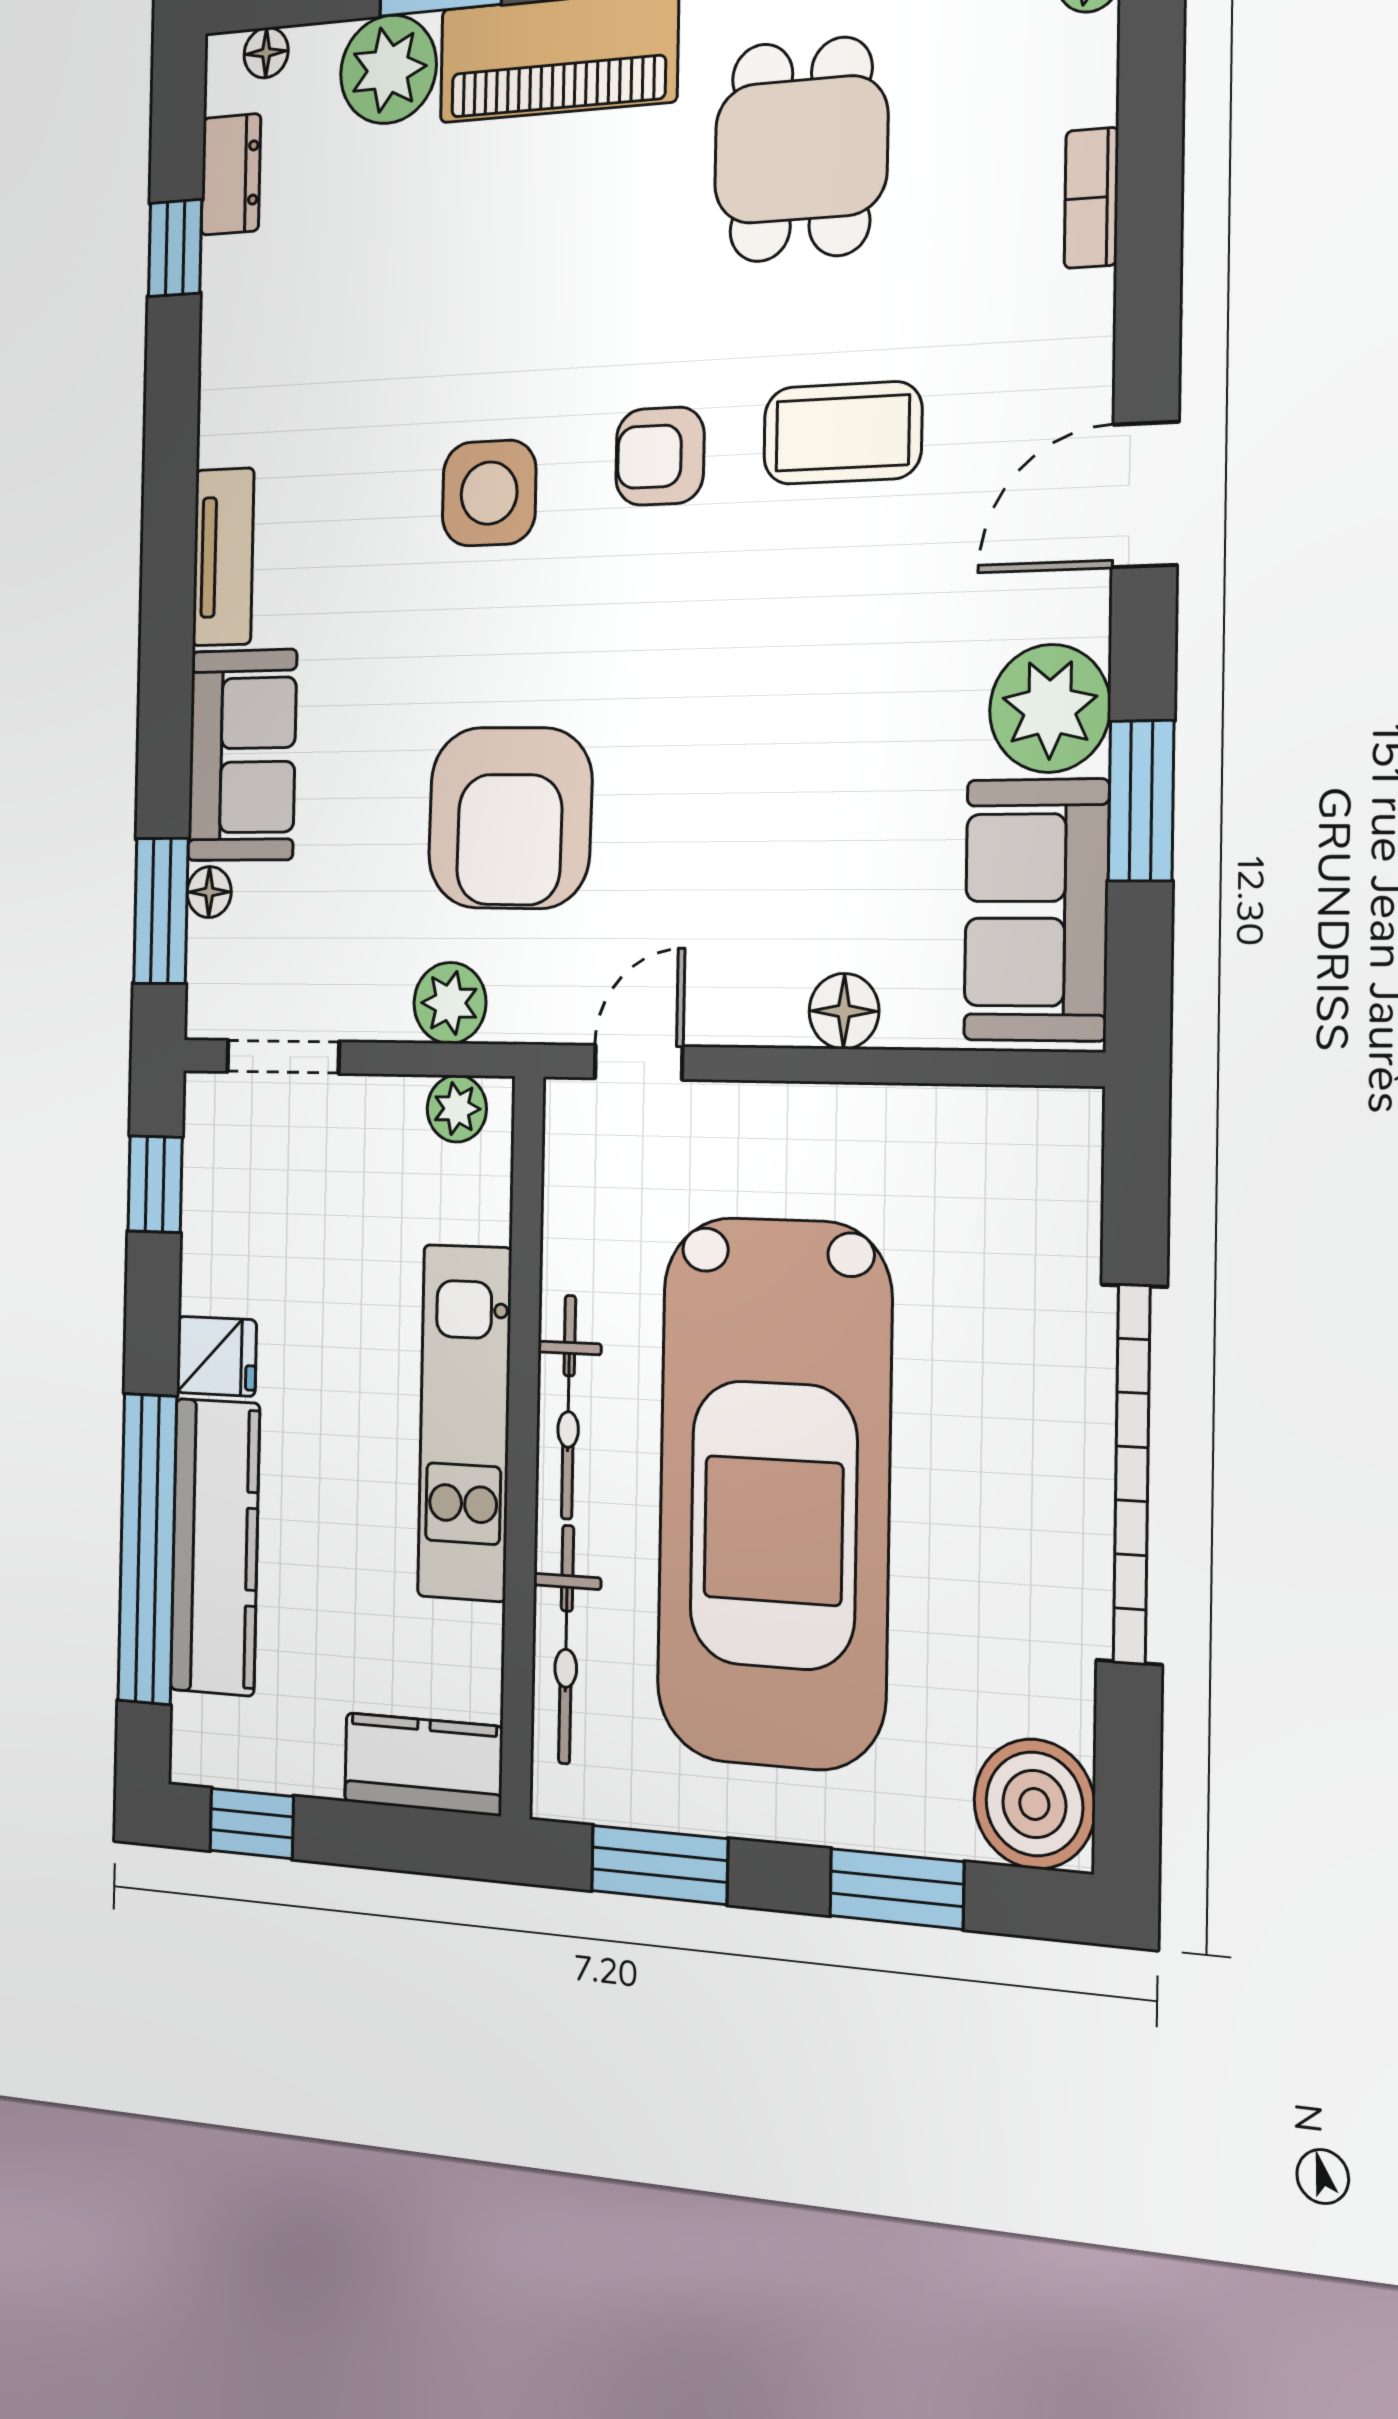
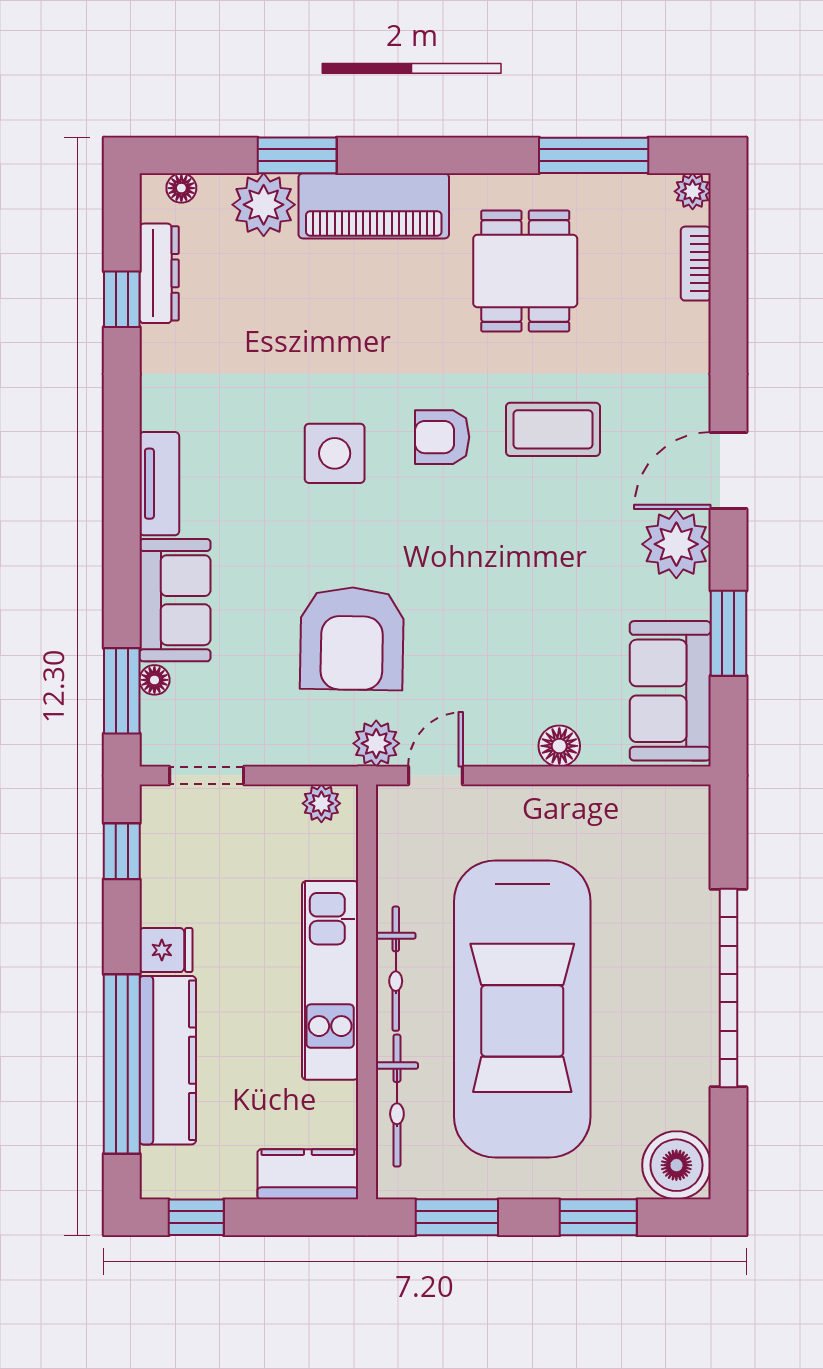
dresser: (231, 174) -> (159, 273), width x1.44
bookcase: (1091, 198) -> (696, 264), moved
plant: (1050, 708) -> (676, 544), moved
plant: (450, 1003) -> (376, 743), moved

